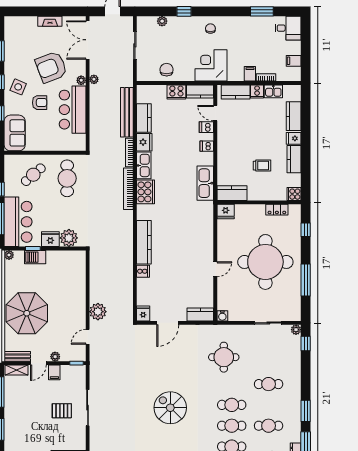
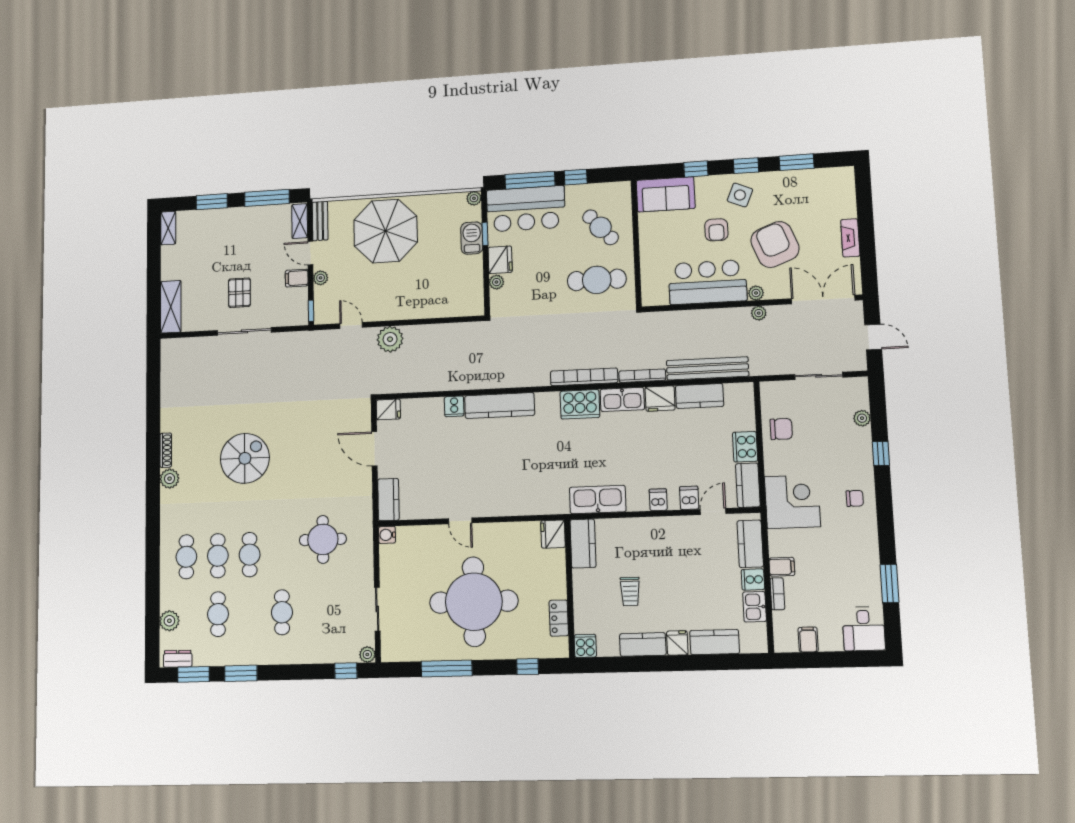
plant: (69, 238) -> (496, 282), width x0.53, depth x0.53

